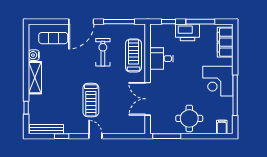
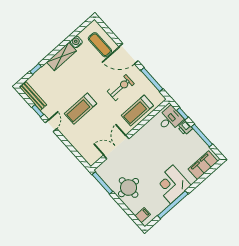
printer: (187, 32) -> (185, 128), width x0.53, depth x0.68
treadmill: (133, 56) -> (137, 111), turned 180
desk: (161, 59) -> (170, 119), moved, turned 90
door: (95, 136) -> (51, 126), moved

